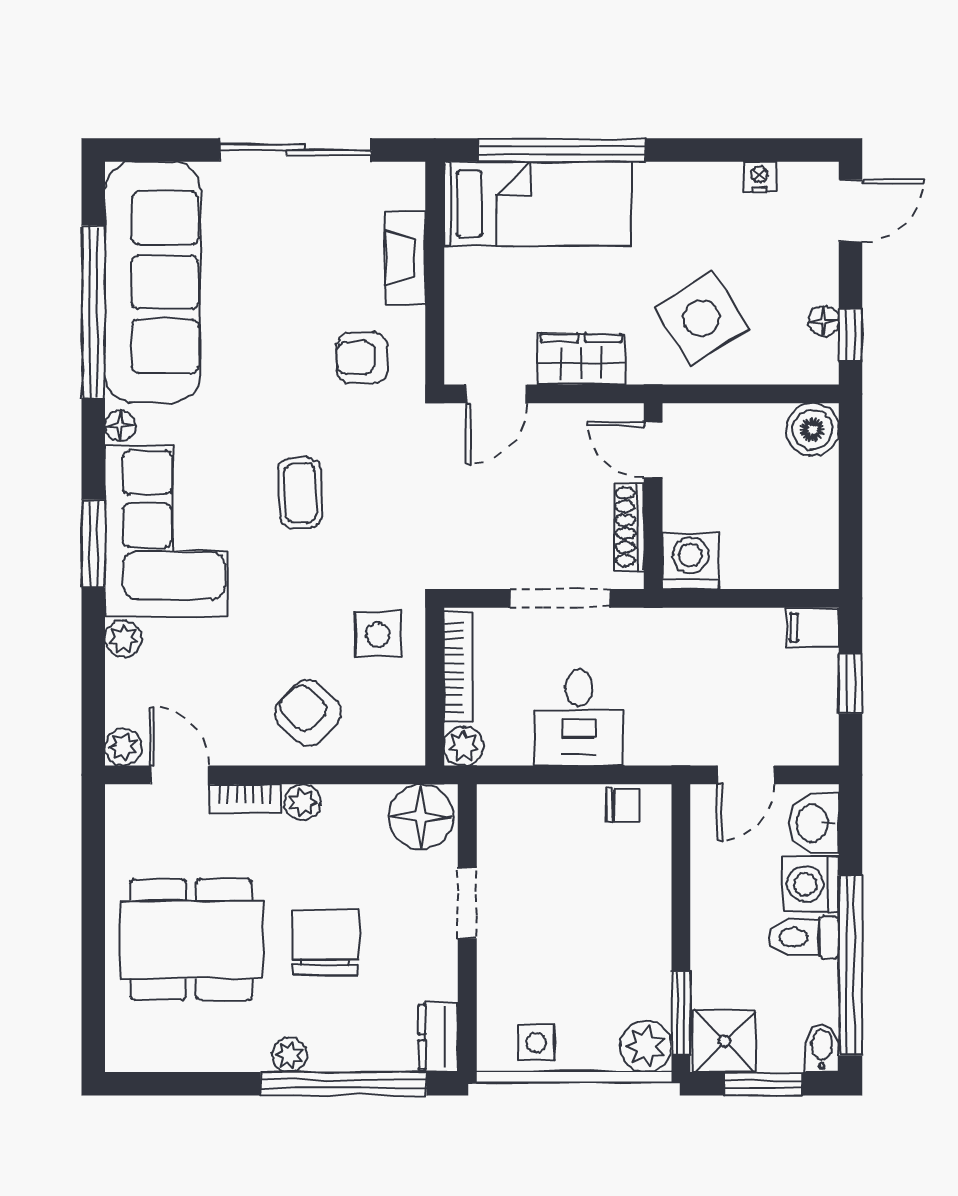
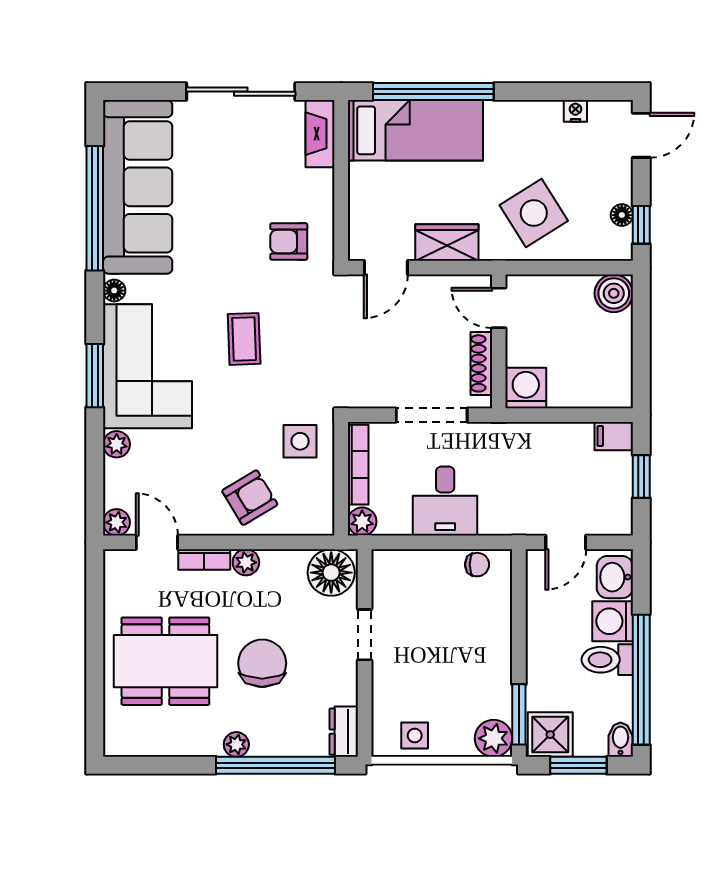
fireplace: (406, 258) -> (320, 134), moved
armchair: (308, 713) -> (250, 498), turned 106

